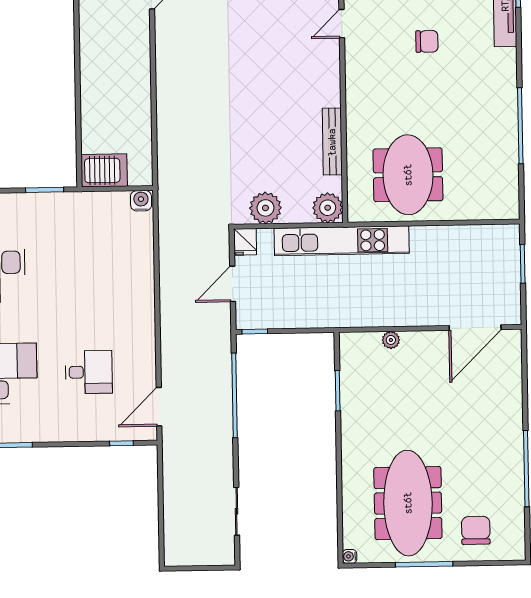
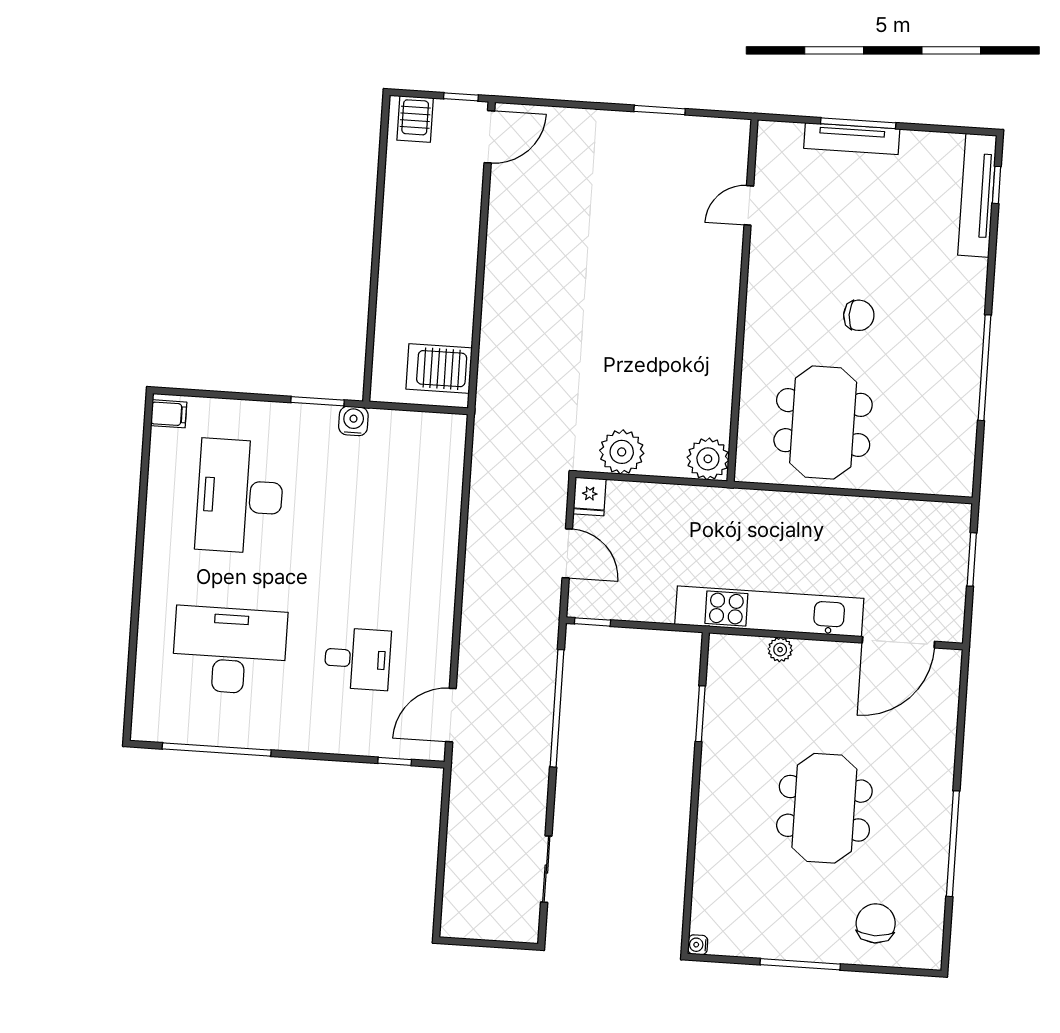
chair: (427, 41) -> (859, 315), moved
bench: (332, 142) -> (722, 368), removed
server rack: (104, 170) -> (439, 368), moved, turned 180
water cooler: (141, 201) -> (353, 421), moved
kitchen unit: (342, 241) -> (769, 611), moved, turned 180
door: (233, 284) -> (567, 553), swing flipped
meeting table: (408, 503) -> (824, 808), moved, width x0.73

